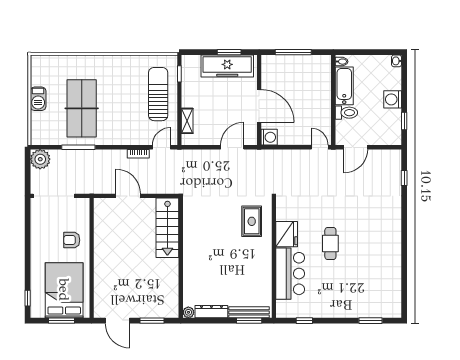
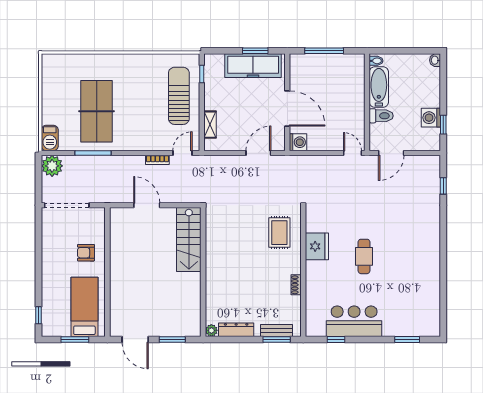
barbecue: (38, 99) -> (50, 138), moved
washing machine: (393, 99) -> (431, 118), moved
shoe rack: (267, 270) -> (296, 285), added
bar counter: (290, 274) -> (354, 321), moved, turned -90
bed: (64, 290) -> (84, 307), width x0.67
bench: (249, 312) -> (276, 330), width x0.73

